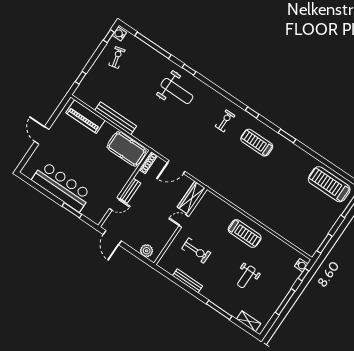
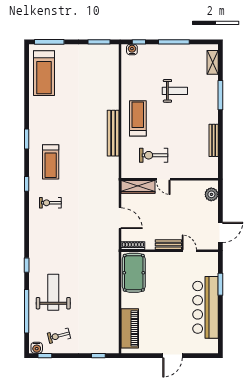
weight bench: (177, 91) -> (53, 292), moved
bench: (116, 118) -> (113, 133), moved
exercise bike: (196, 251) -> (154, 155), moved, turned -90

